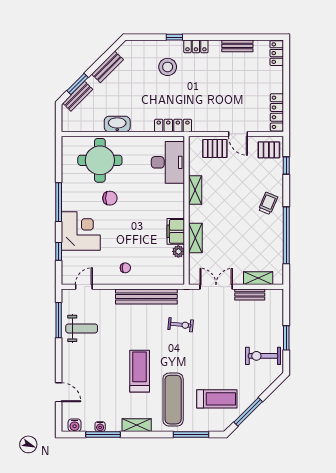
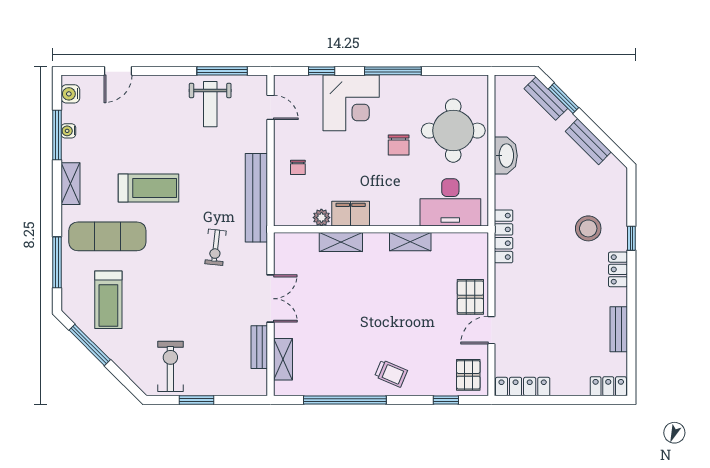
desk: (168, 162) -> (450, 202), moved
shelving: (195, 190) -> (410, 242), moved
wall: (187, 210) -> (381, 229), moved
filing cabinet: (176, 231) -> (351, 214), moved
shelving: (195, 238) -> (341, 242), moved
plant: (178, 251) -> (321, 218), moved

